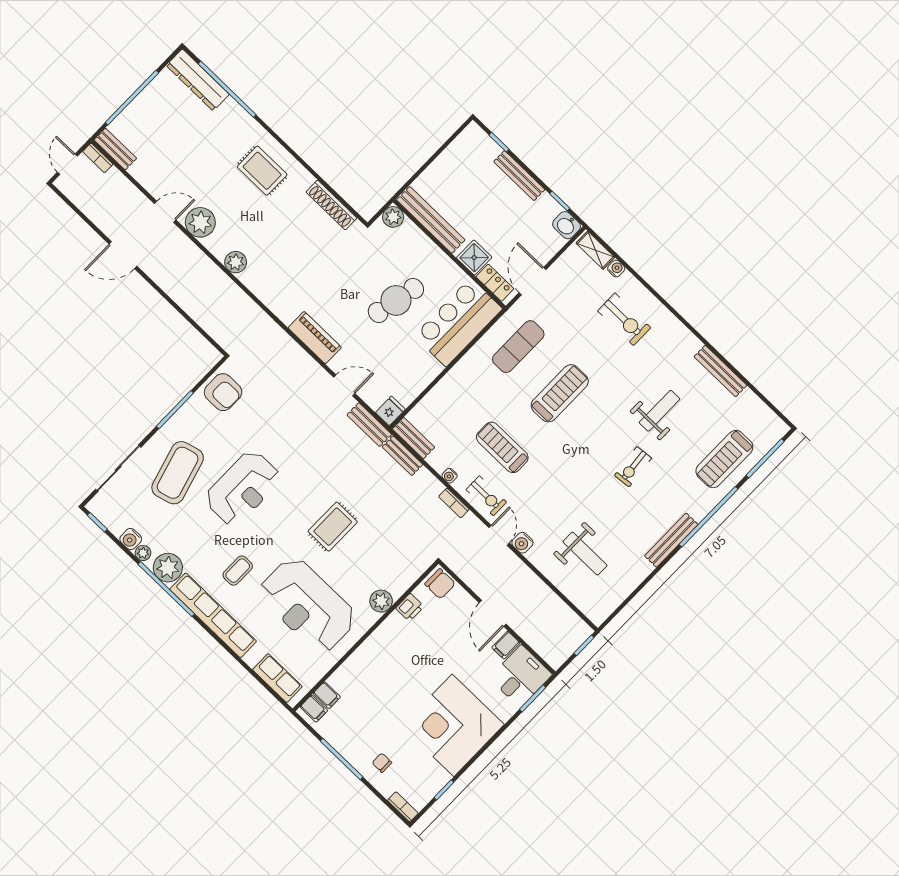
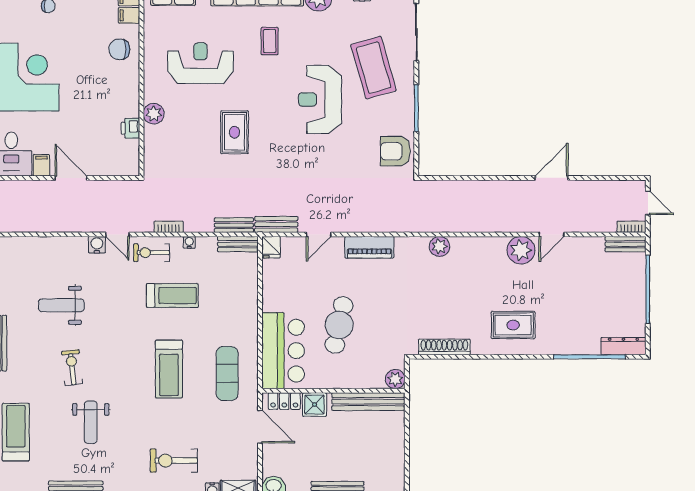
dresser: (198, 80) -> (623, 346), width x0.73, depth x0.80
plant: (236, 262) -> (439, 246), moved
weight bench: (585, 554) -> (61, 305), moved
chair: (440, 584) -> (119, 49), moved
reception desk: (308, 605) -> (200, 63), width x0.74, depth x0.77

